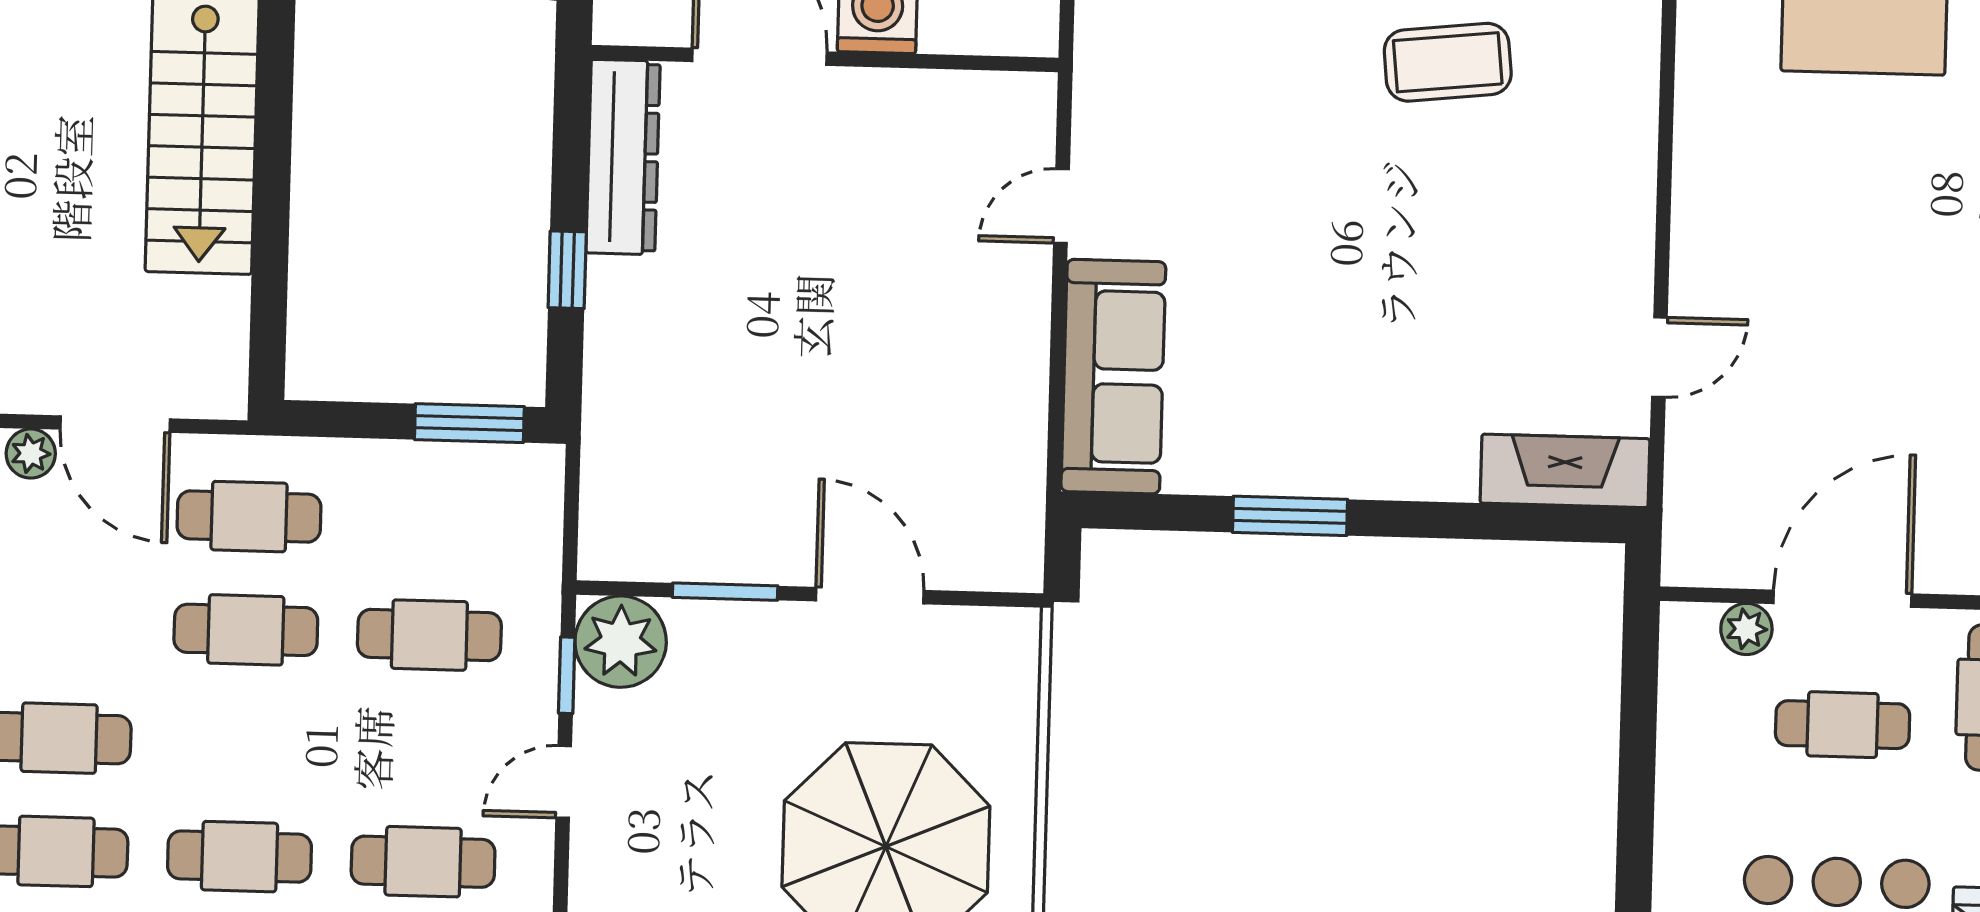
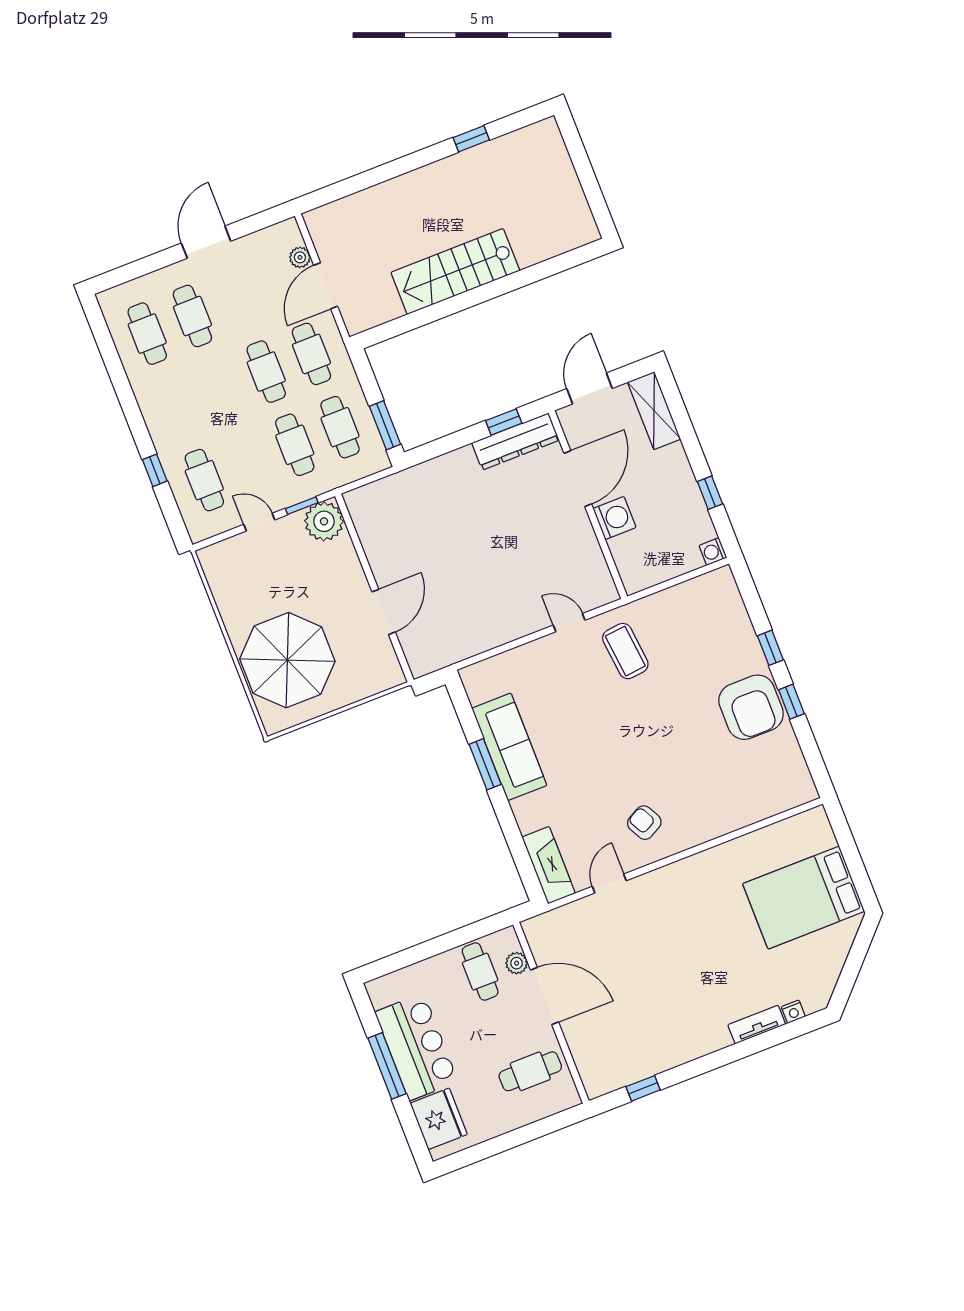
coffee table: (1448, 62) -> (625, 651), moved
armchair: (1560, 226) -> (644, 823), added
window: (567, 270) -> (504, 422), moved
door: (1659, 357) -> (609, 884), swing flipped
sofa: (1113, 377) -> (509, 747), moved, turned -90
window: (725, 592) -> (361, 554), removed
cafe table: (1843, 725) -> (480, 972), moved
cafe table: (239, 857) -> (340, 427), moved

